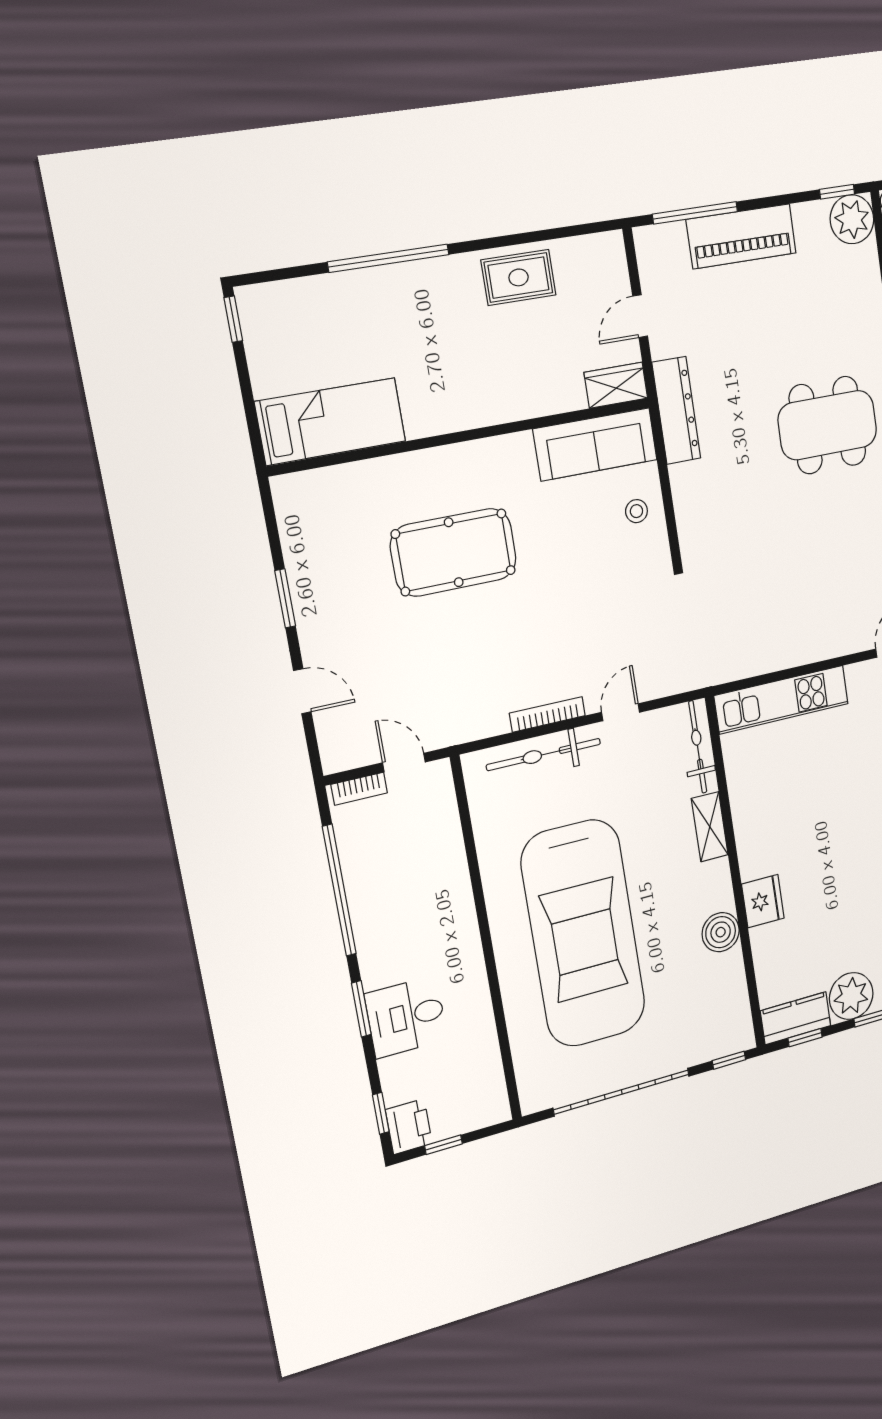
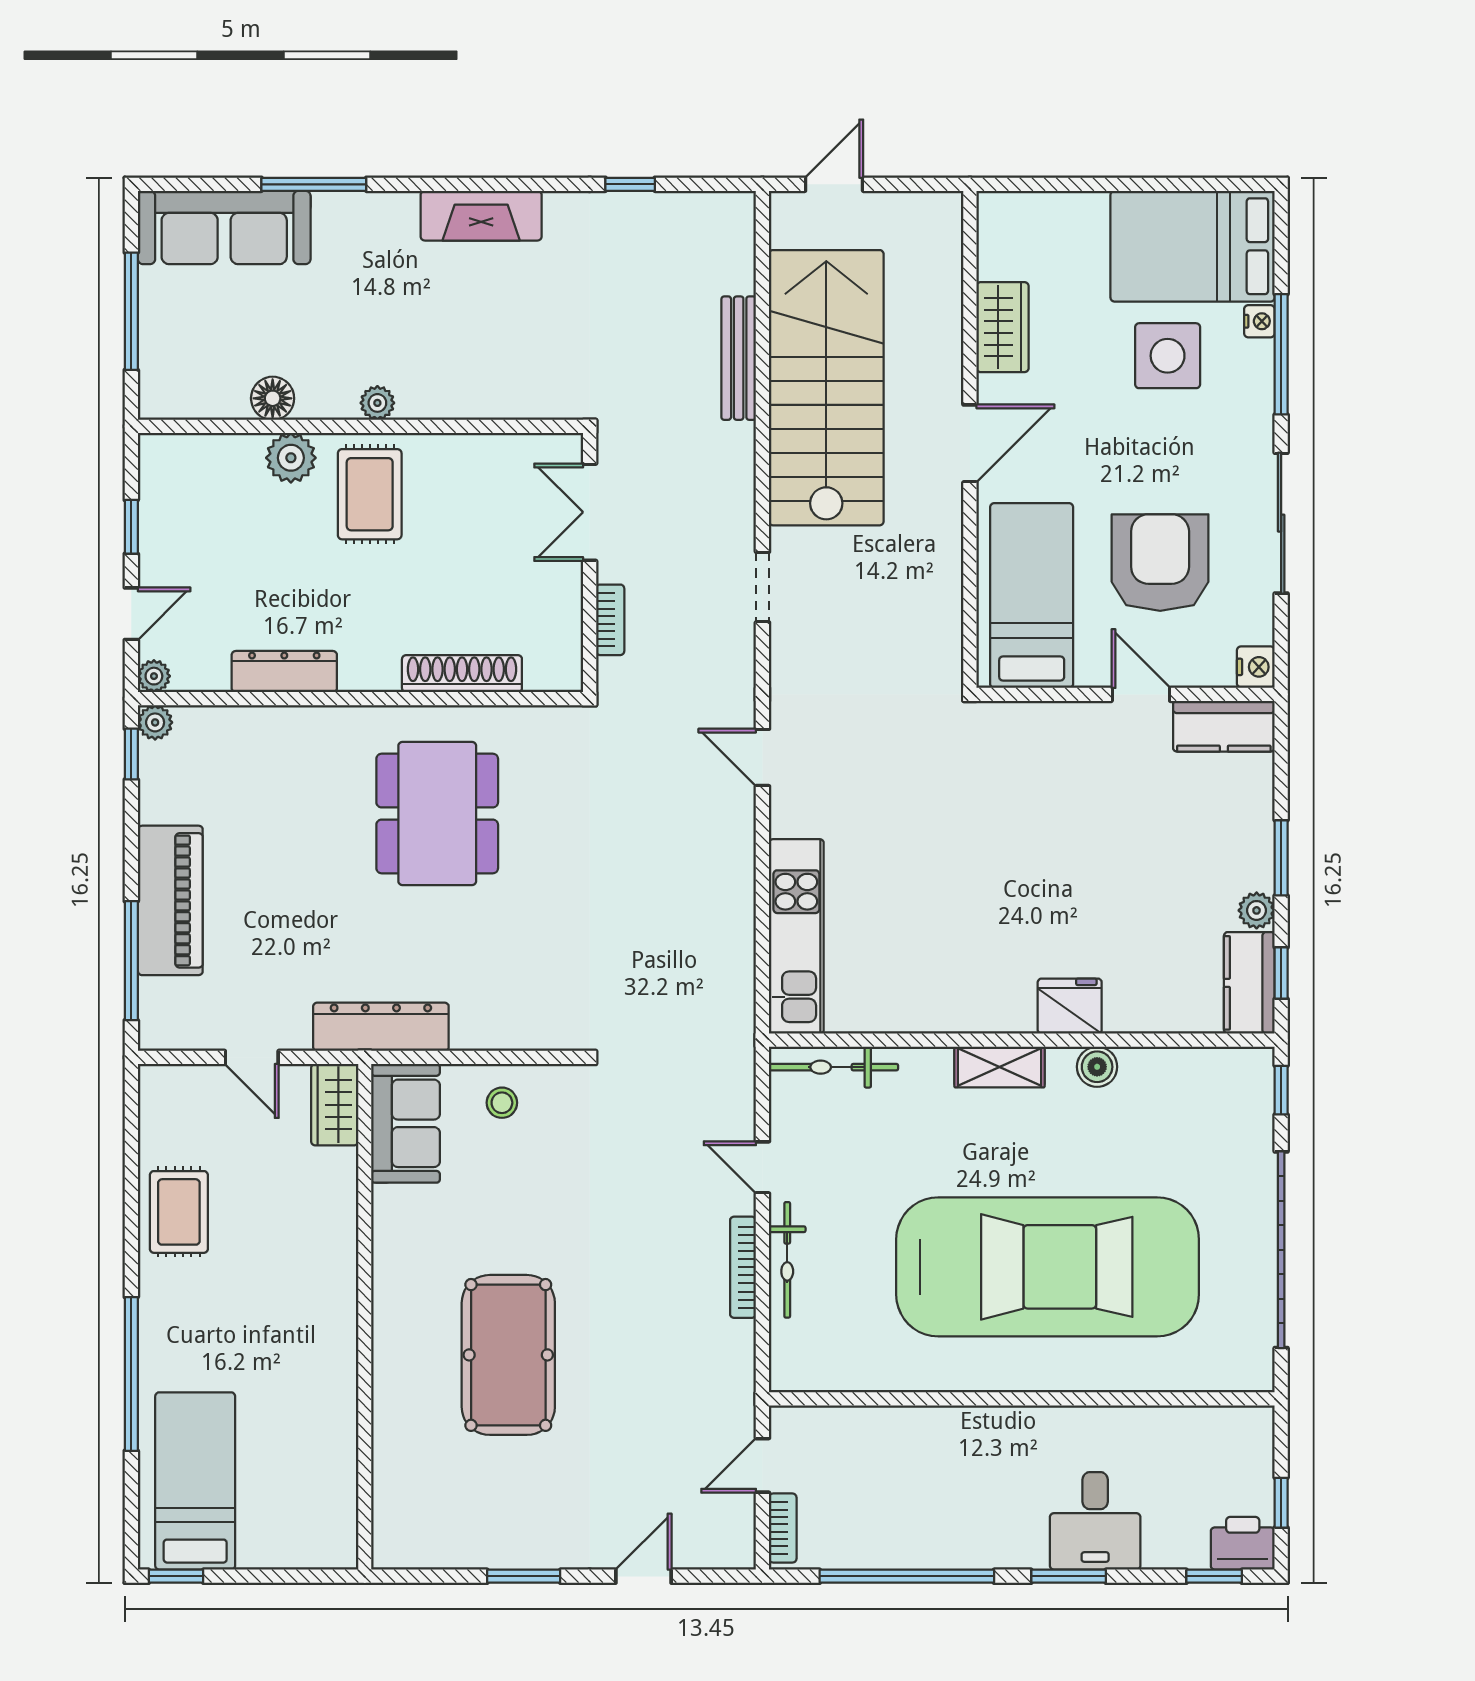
plant: (852, 219) -> (155, 722), width x0.53, depth x0.53
bed: (331, 421) -> (195, 1481), moved
sofa: (595, 444) -> (406, 1123), width x0.73
bicycle: (544, 754) -> (787, 1260), width x0.73, depth x0.71
shelving: (710, 827) -> (999, 1067), moved
boiler: (721, 932) -> (1097, 1067), width x0.73, depth x0.73
plant: (851, 996) -> (1257, 910), width x0.53, depth x0.53

